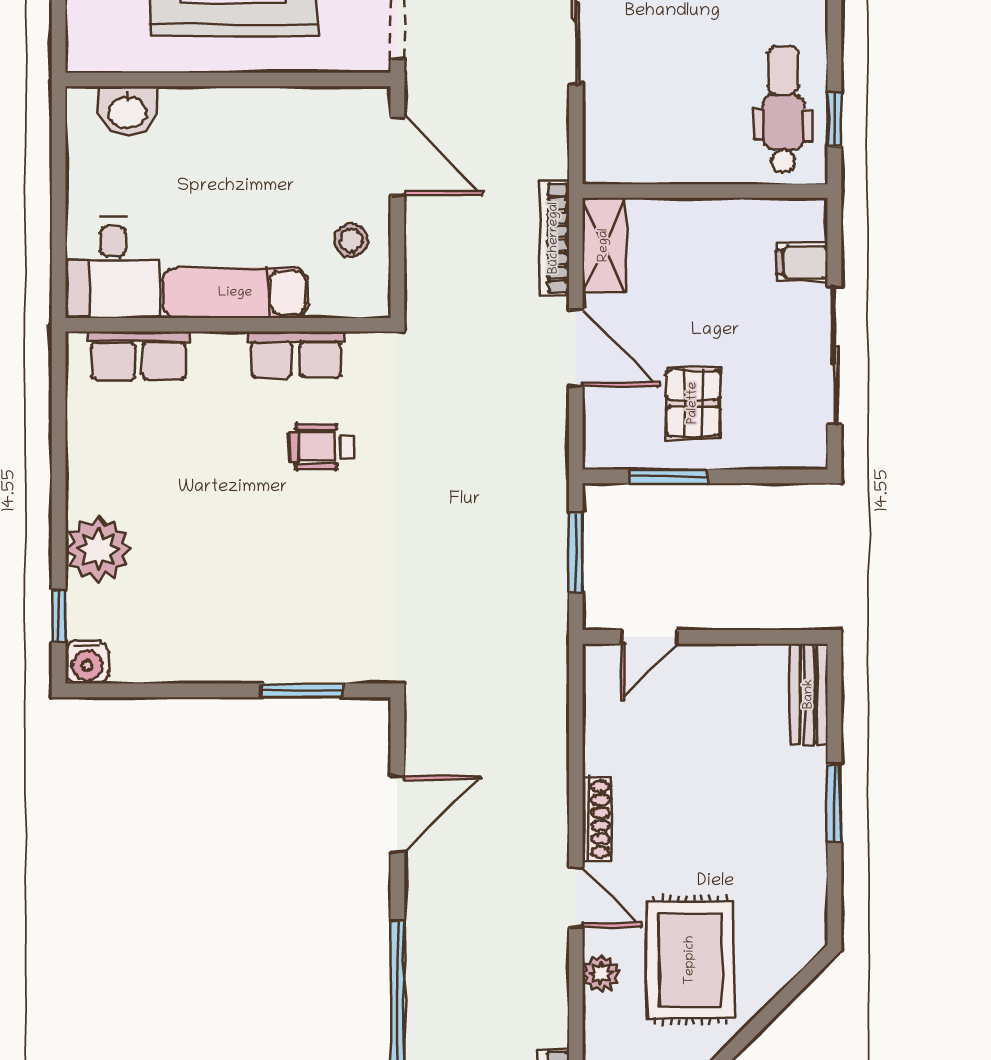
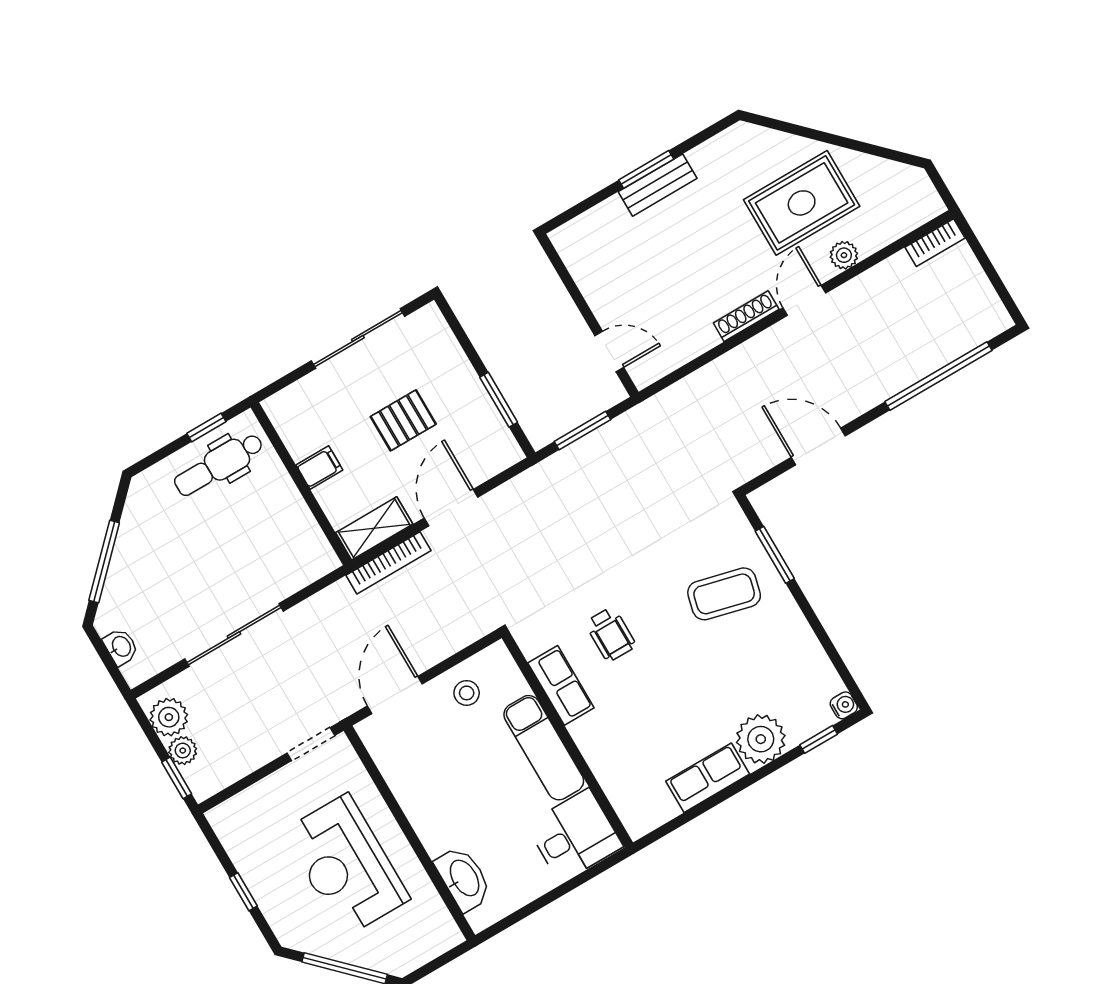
washbasin: (127, 111) -> (464, 878), width x1.38
filing cabinet: (802, 262) -> (319, 468), moved, turned -90
row of seats: (139, 356) -> (708, 778), moved, turned -90
pallet: (693, 403) -> (403, 420), moved
coffee table: (291, 605) -> (724, 594), added
water cooler: (87, 662) -> (844, 705), width x0.72, depth x0.72
bench: (809, 694) -> (658, 185), moved

